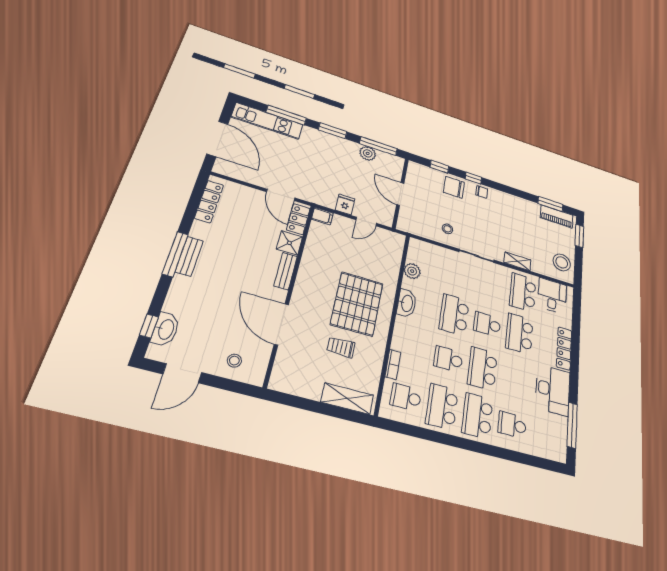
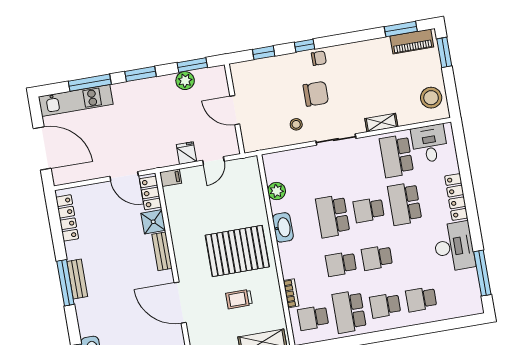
window: (378, 146) -> (192, 65), width x0.69
chair: (454, 187) -> (316, 94), moved, turned 180
pallet: (357, 304) -> (237, 251), turned 90
school desk: (482, 368) -> (377, 258), width x0.54
school desk: (477, 416) -> (385, 305), width x0.54

